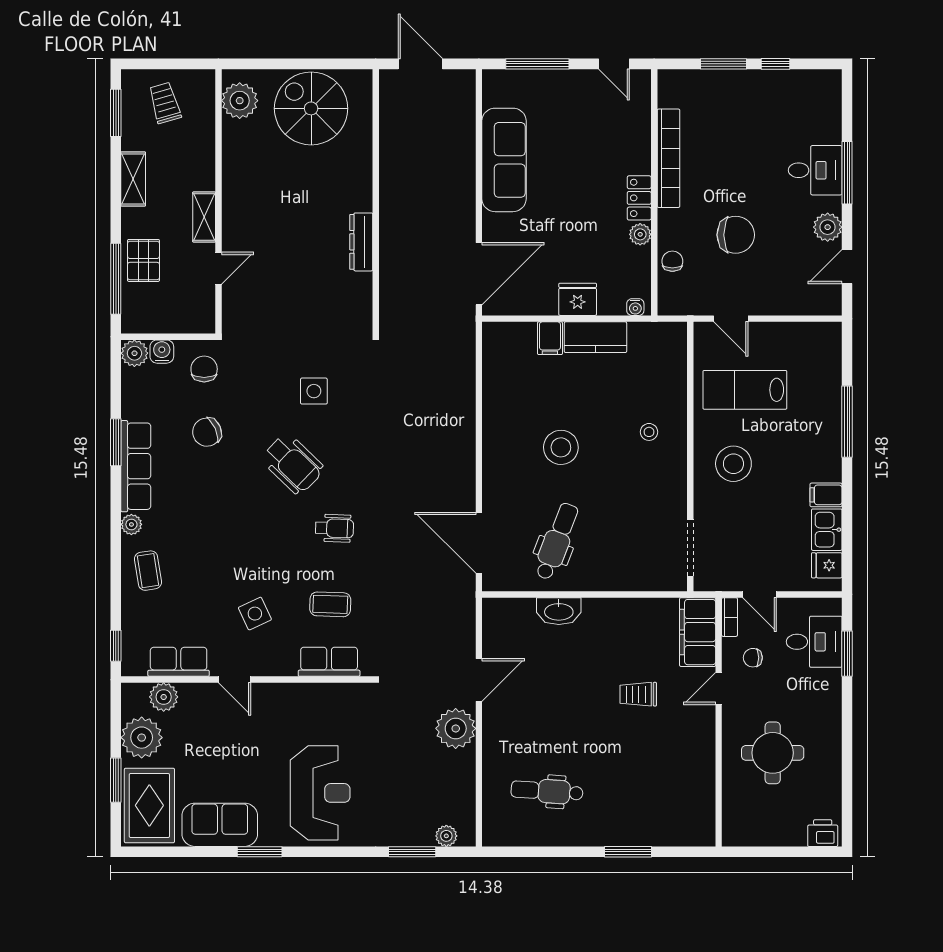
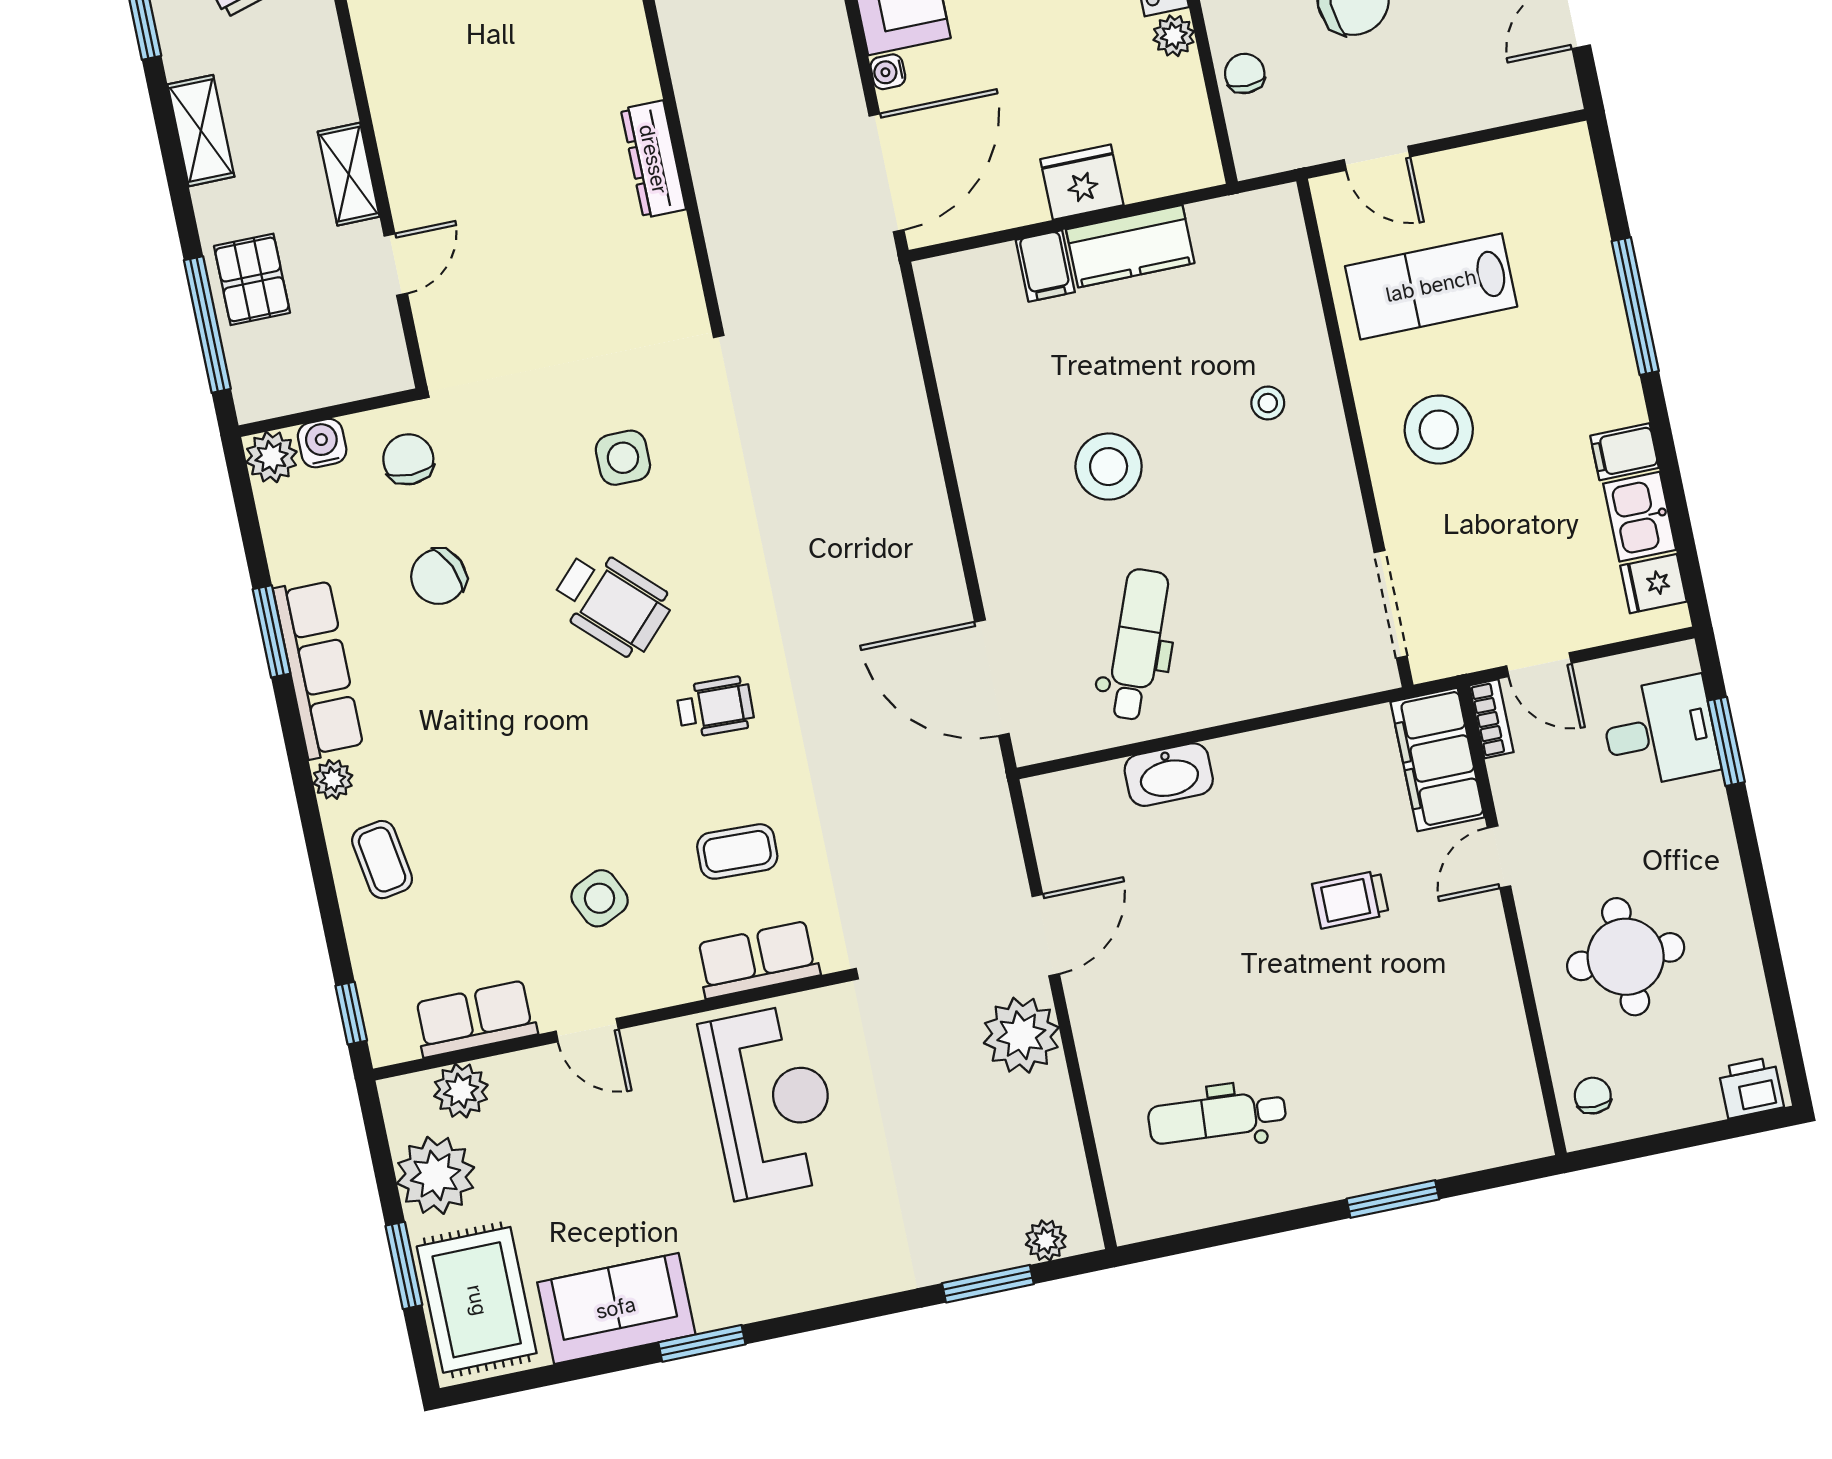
water cooler: (635, 307) -> (888, 72), moved, turned 90
chair: (753, 658) -> (1593, 1096), moved, turned 90
reception desk: (320, 793) -> (771, 1101), moved

